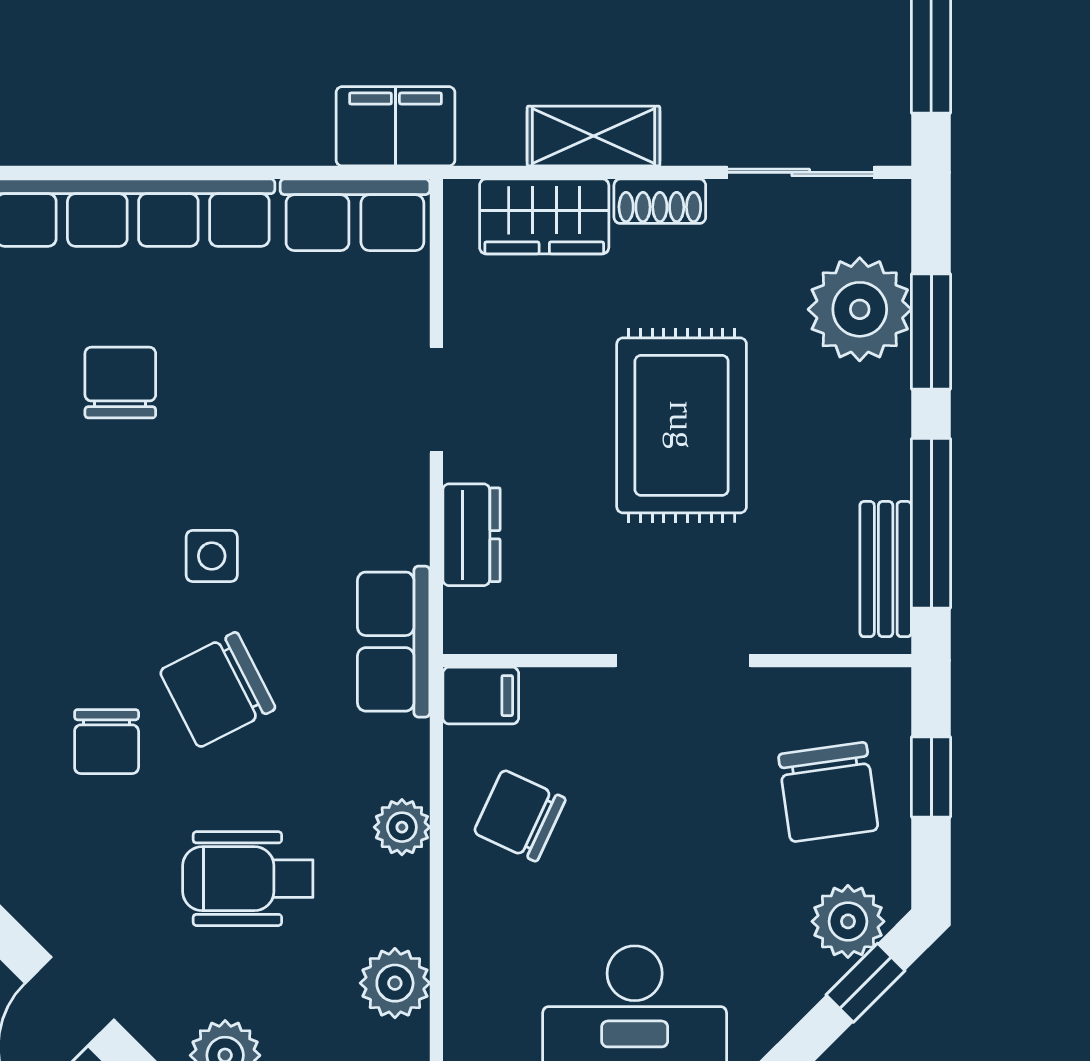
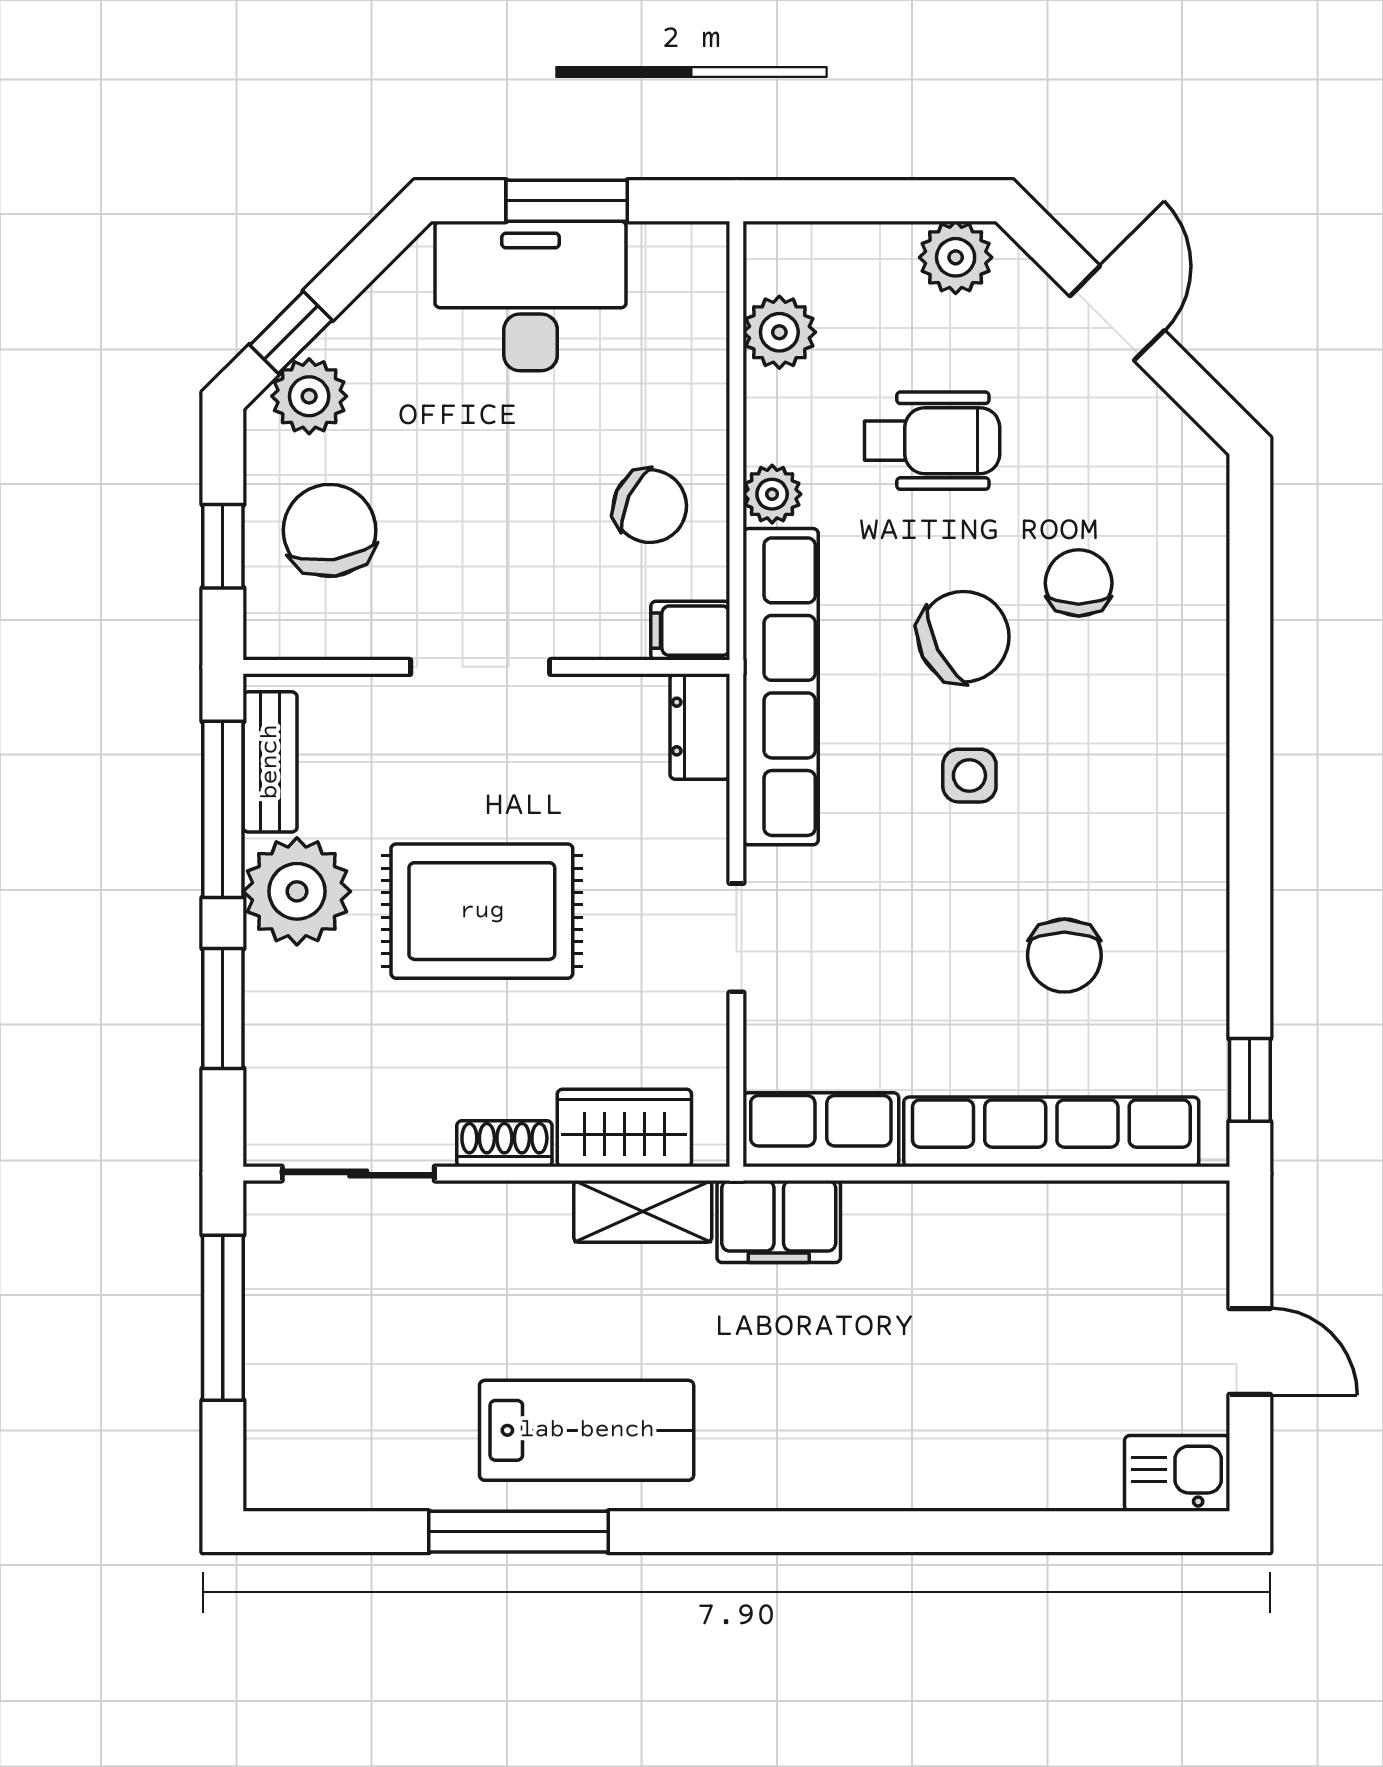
shelving: (594, 136) -> (643, 1211), moved
plant: (860, 309) -> (297, 891), moved
rug: (682, 425) -> (482, 911), turned 90
dresser: (471, 535) -> (700, 727), moved
row of seats: (394, 642) -> (781, 687), width x2.02

